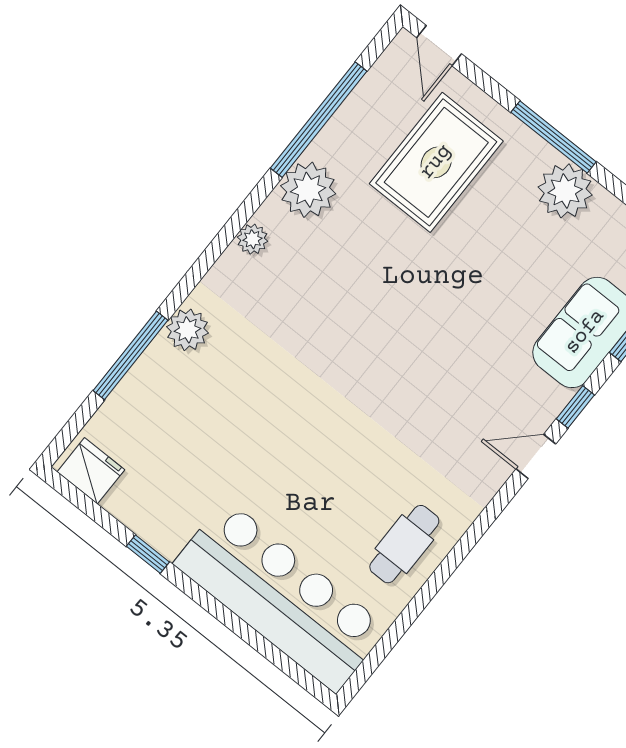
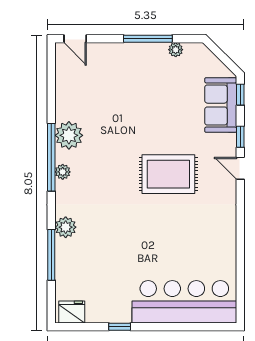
window: (319, 120) -> (51, 157), moved
rug: (436, 162) -> (168, 174), moved, turned 90
plant: (565, 191) -> (176, 50), width x0.53, depth x0.53
door: (536, 456) -> (240, 168), hinge flipped
cafe table: (404, 544) -> (216, 243), removed

